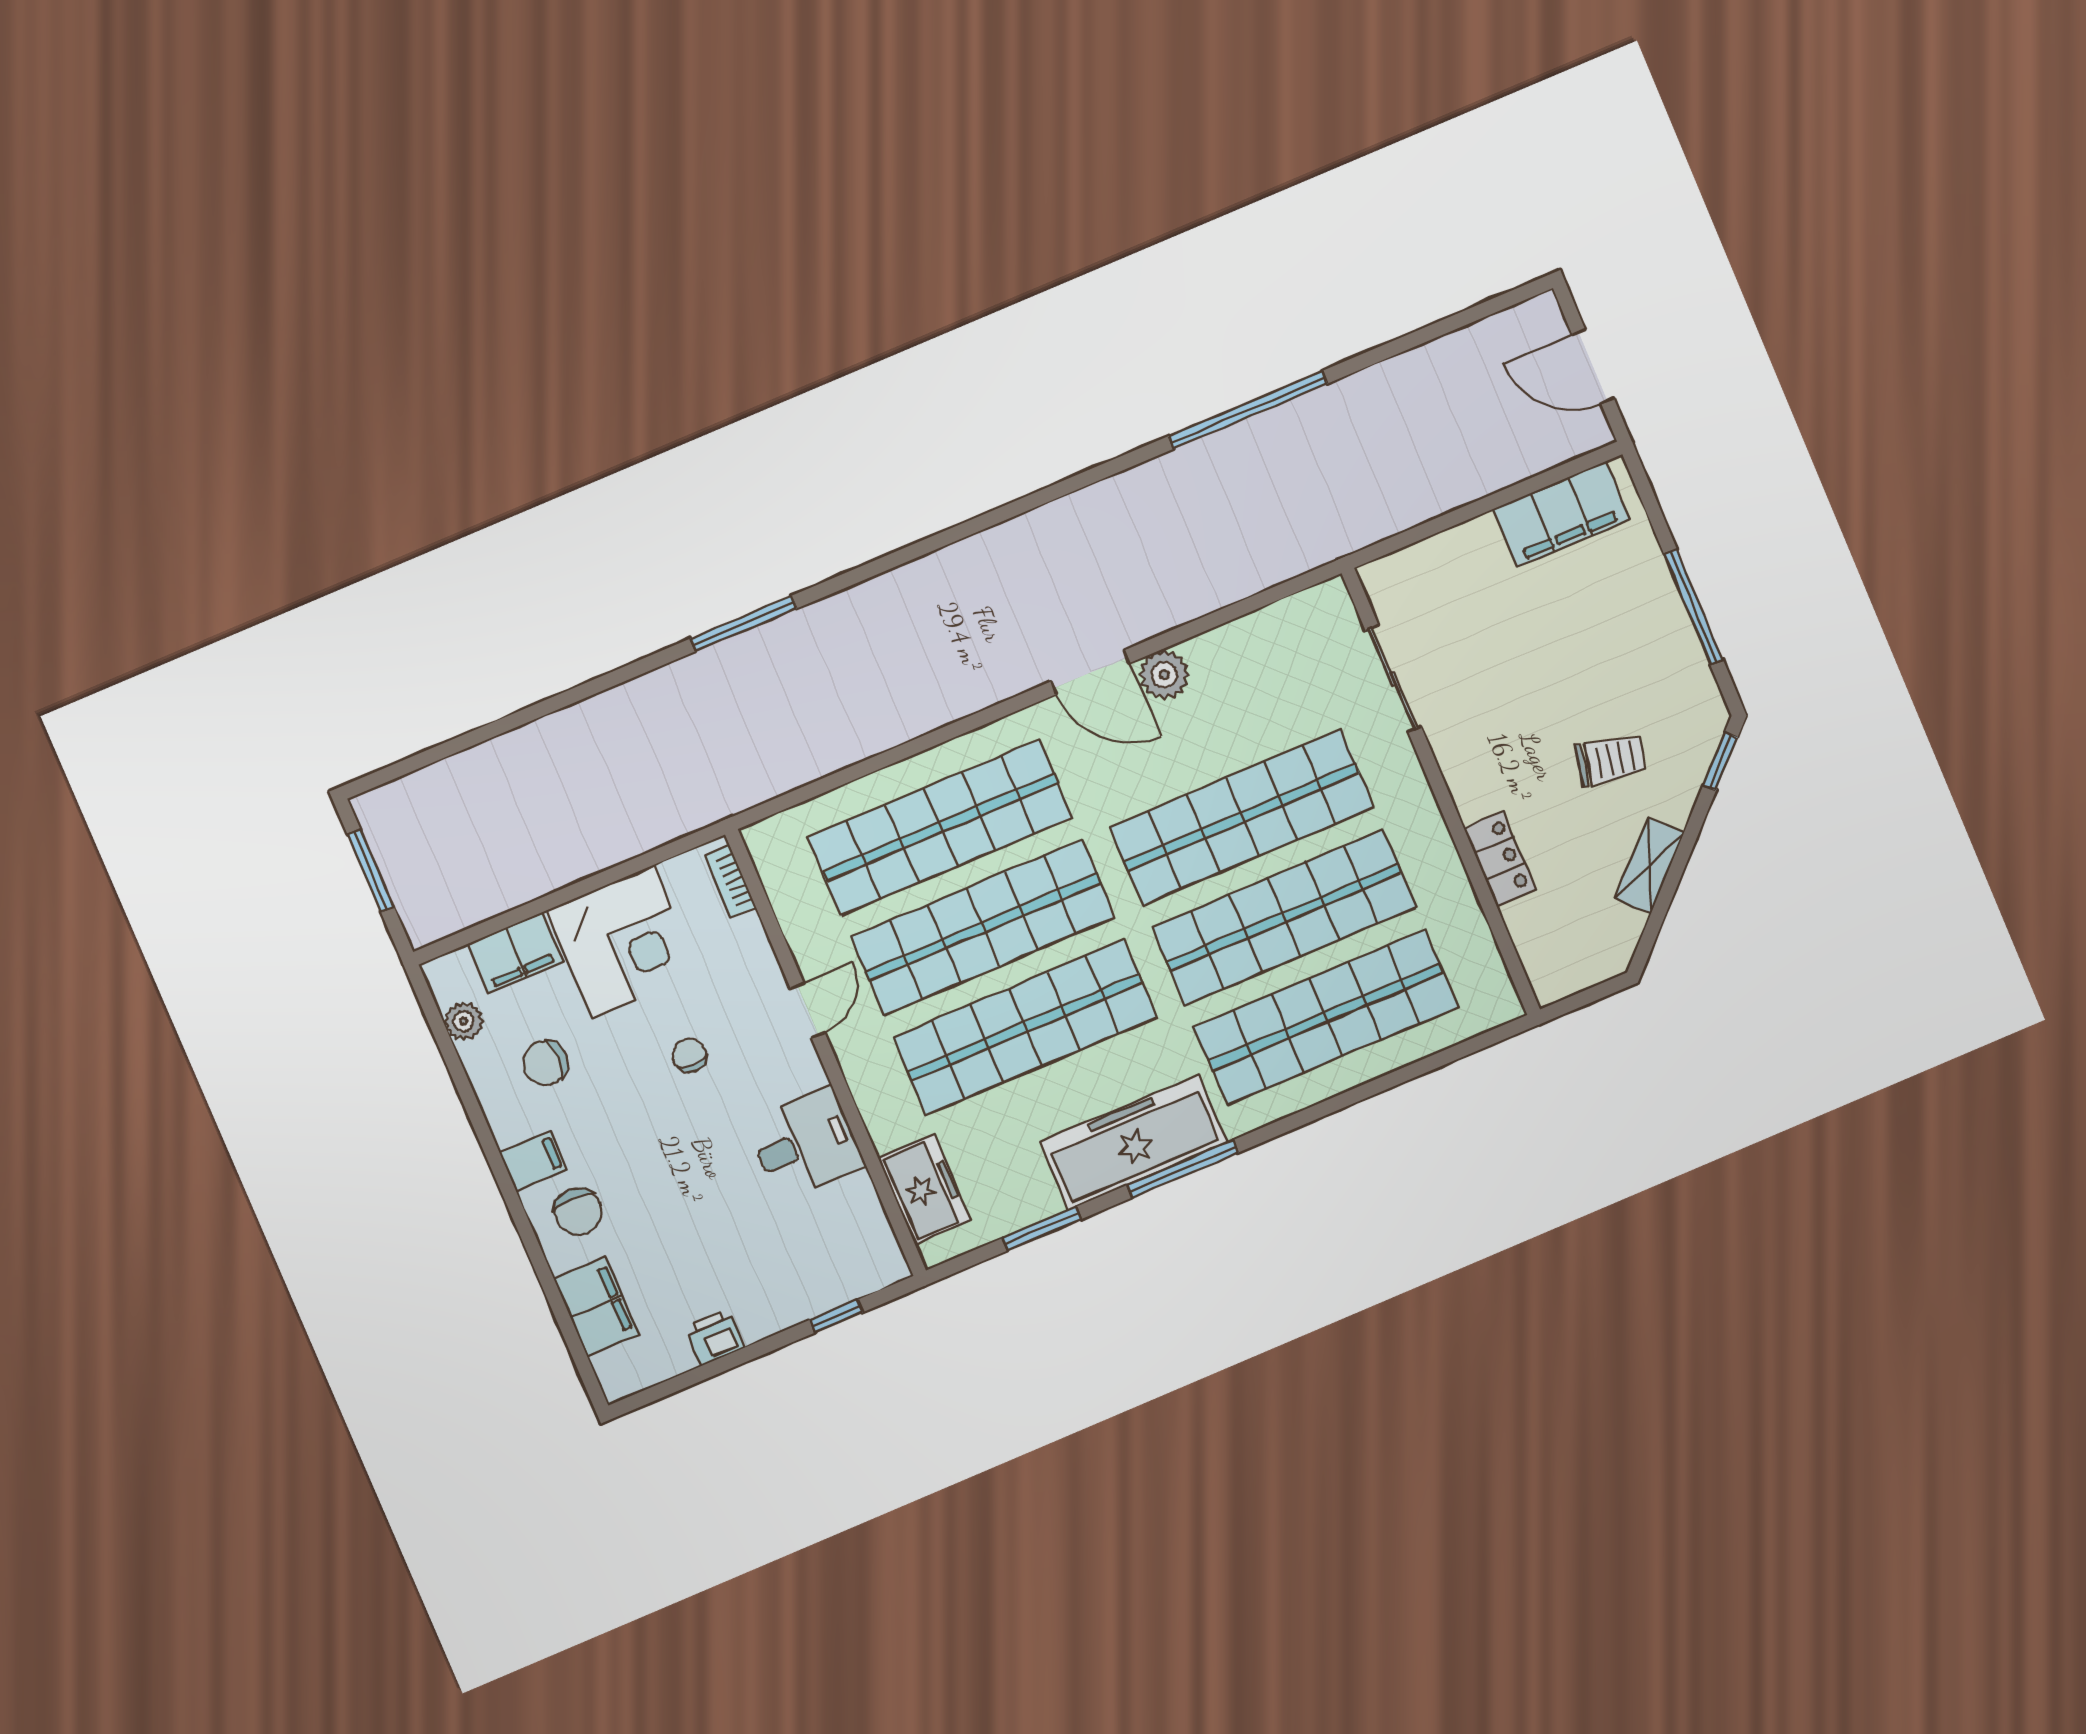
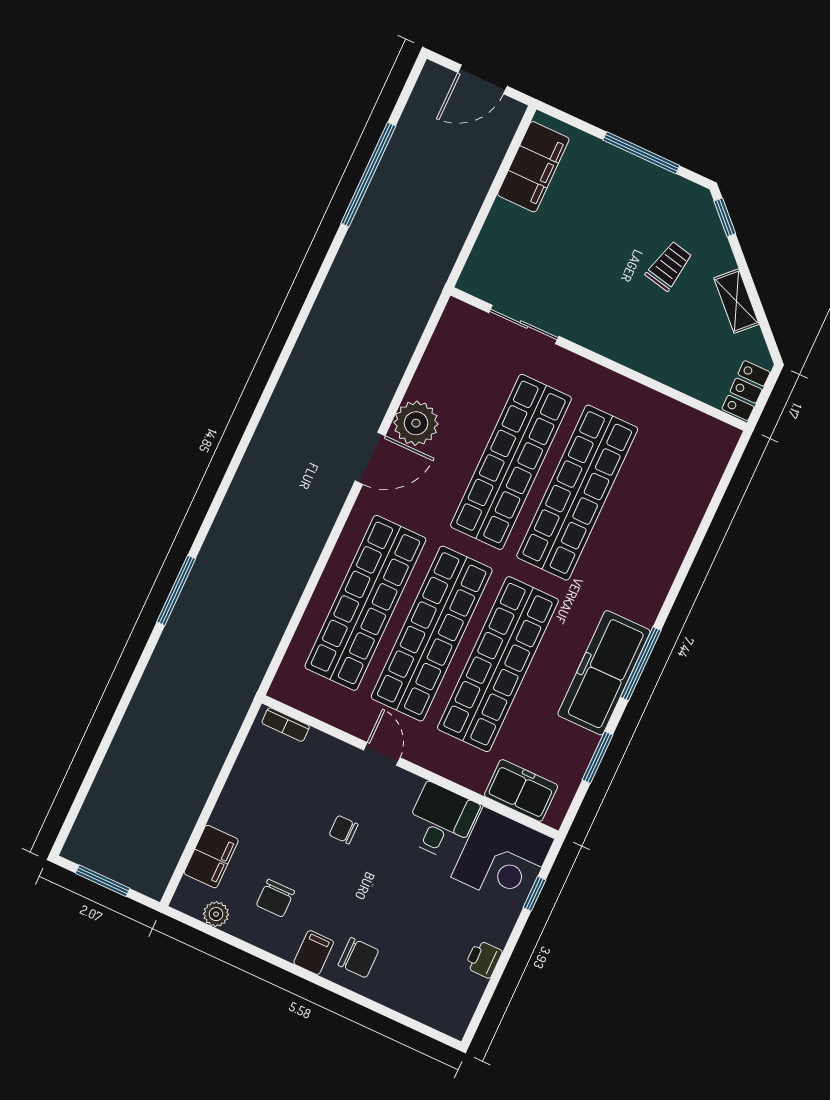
window: (1248, 410) -> (368, 175), moved
plant: (1164, 675) -> (416, 423), width x1.36, depth x1.36
locker: (1500, 859) -> (746, 391), moved, turned -90
corner desk: (623, 942) -> (503, 858), moved, turned 90
shop shelf: (1326, 1017) -> (644, 523), removed
filing cabinet: (596, 1306) -> (410, 997), removed

